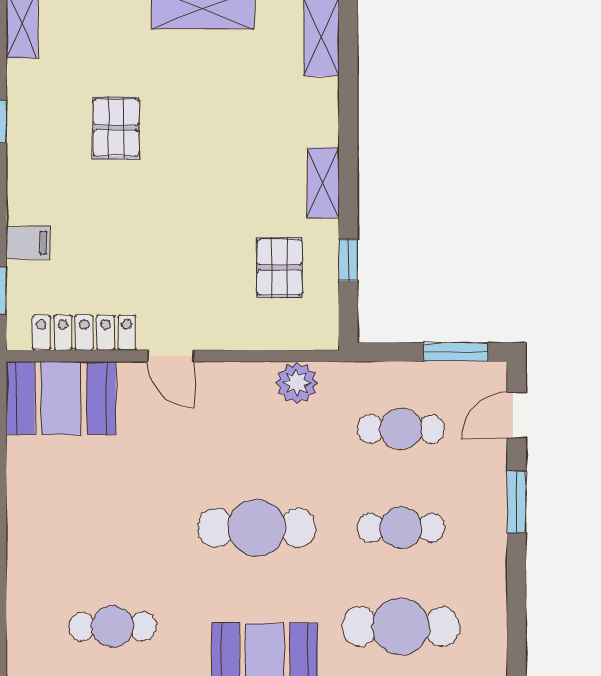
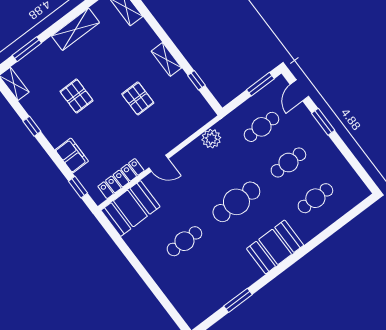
filing cabinet: (28, 243) -> (72, 156), width x2.00
pallet: (279, 267) -> (138, 98), moved
cafe table: (113, 627) -> (184, 241), moved
cafe table: (401, 627) -> (315, 198), width x0.73, depth x0.74

